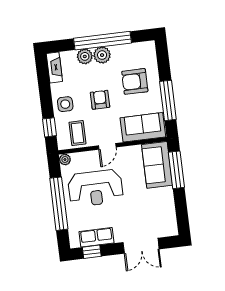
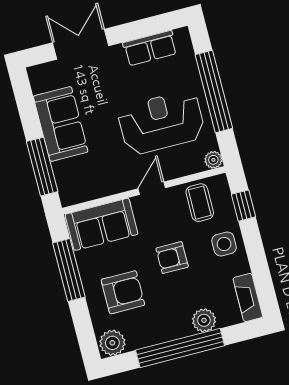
plant: (102, 55) -> (112, 343), moved
armchair: (100, 100) -> (172, 258), turned 90
sofa: (157, 165) -> (61, 124), moved
window: (92, 252) -> (154, 25), removed

